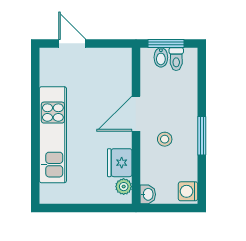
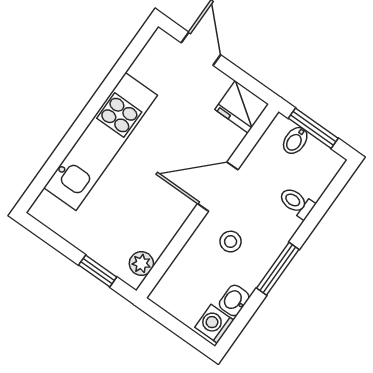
toilet: (176, 59) -> (297, 203), moved, turned 90
fridge: (120, 163) -> (242, 107), moved, turned -90
washbasin: (148, 194) -> (234, 300), moved, turned 180
window: (102, 208) -> (98, 271), added

